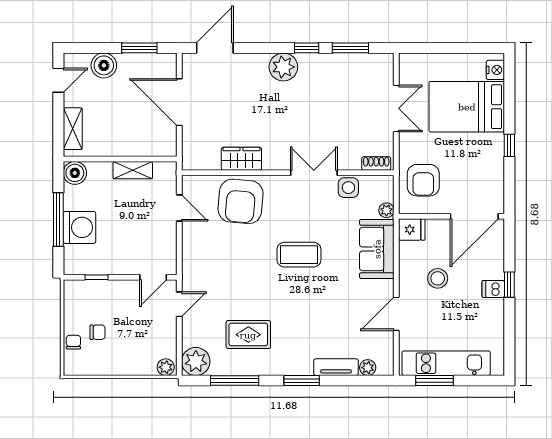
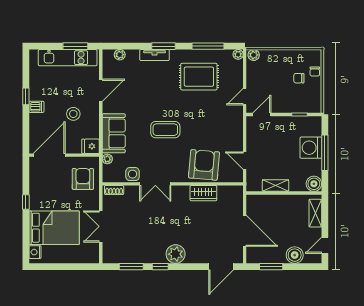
window: (509, 285) -> (26, 96), moved
rug: (248, 335) -> (199, 77), width x1.36, depth x1.43
plant: (196, 361) -> (238, 54), width x0.53, depth x0.53
tv unit: (336, 367) -> (155, 55), moved

